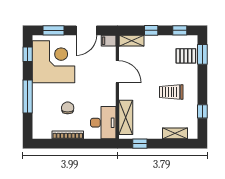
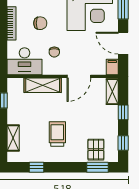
chair: (95, 95) -> (54, 52), added
shelving: (126, 117) -> (43, 85), moved

